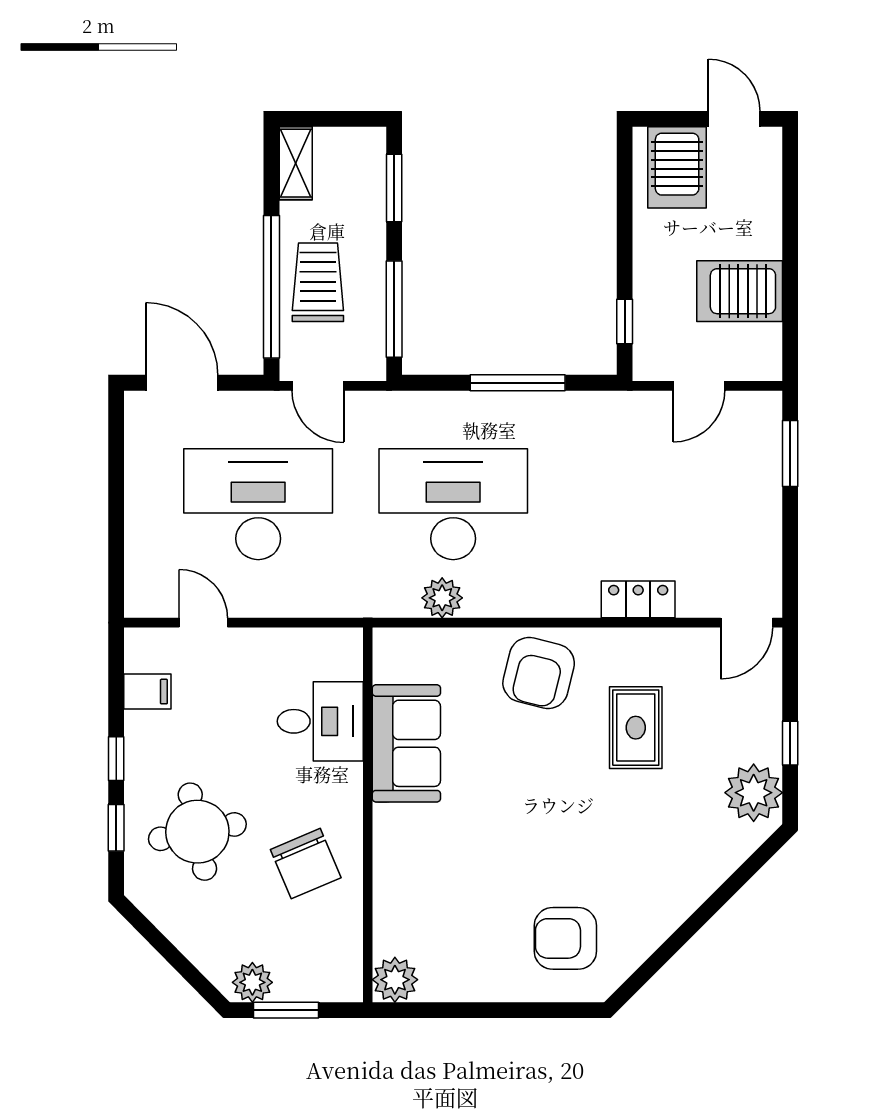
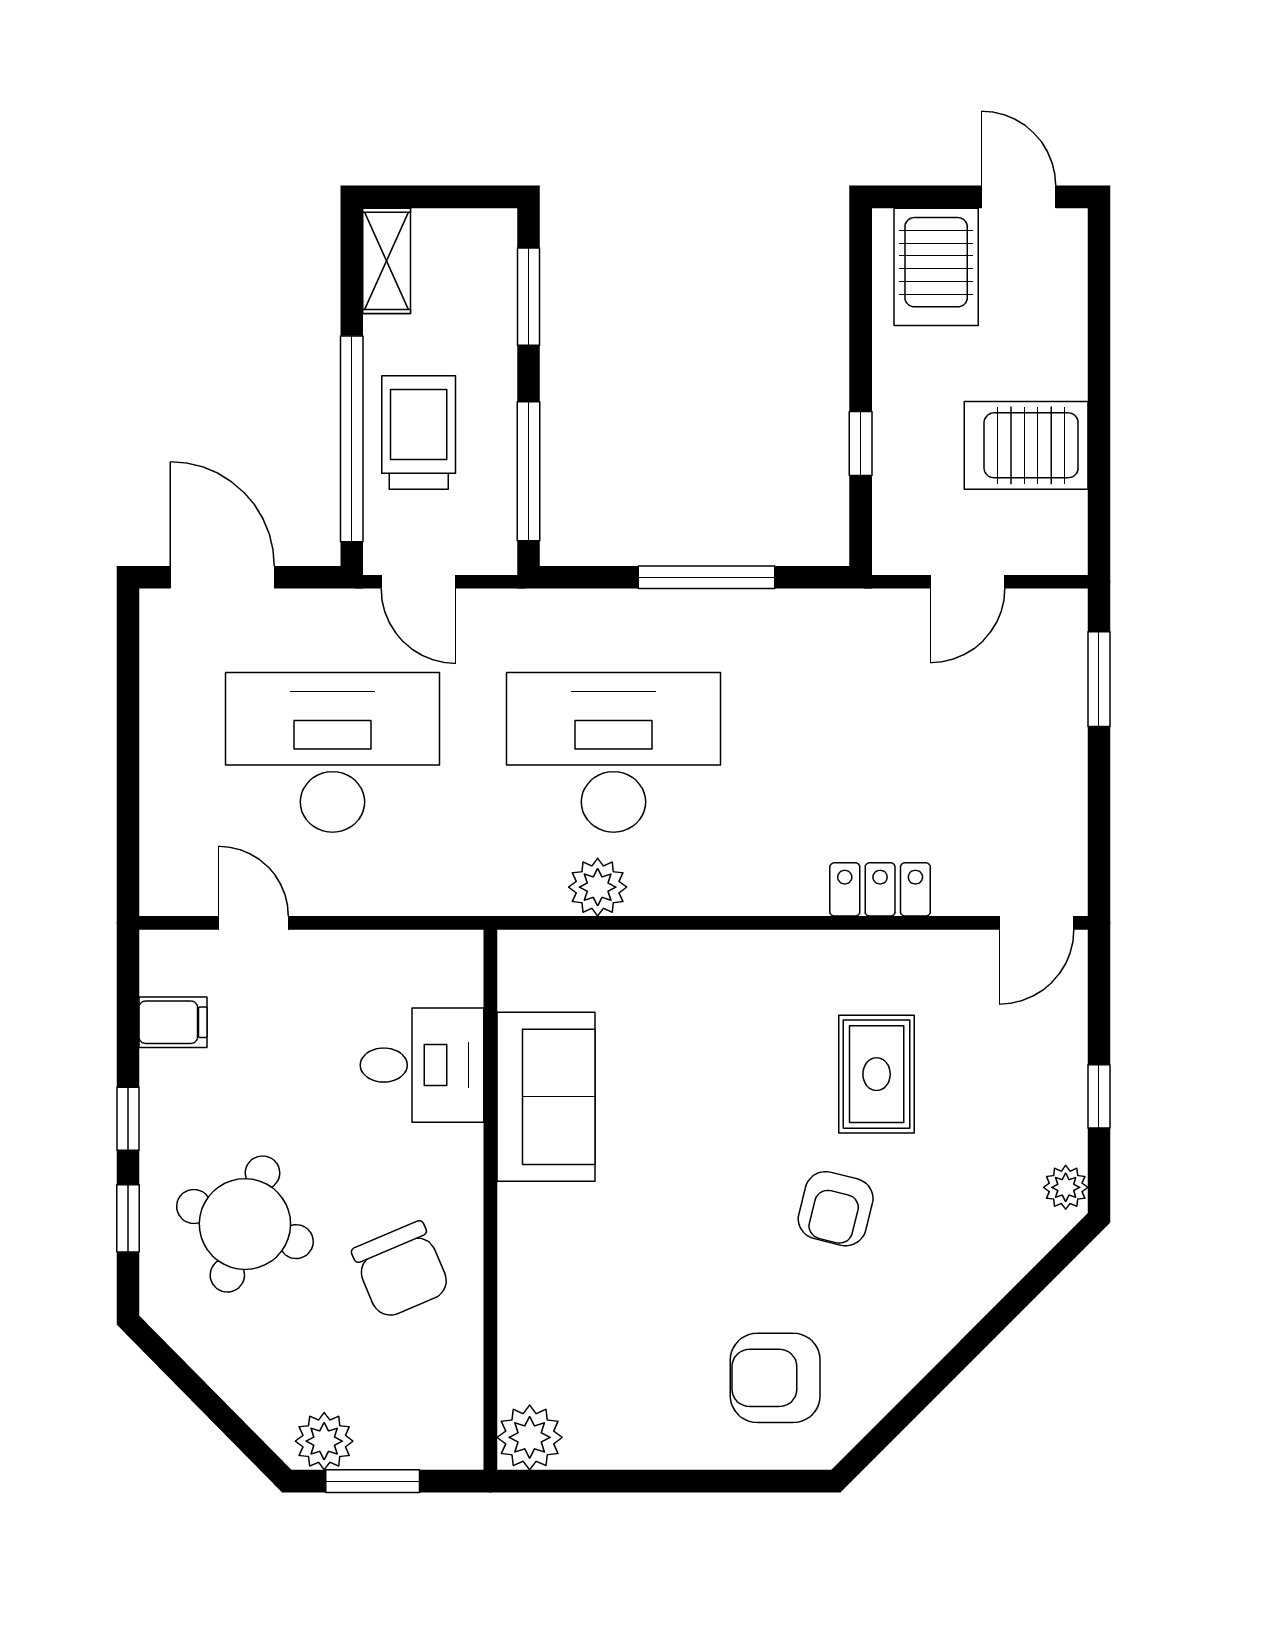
window: (625, 322) -> (861, 444), moved
armchair: (539, 673) -> (836, 1209), moved, width x0.72, depth x0.72
plant: (754, 793) -> (1066, 1187), width x0.53, depth x0.53
round table: (197, 832) -> (245, 1224), turned 30

